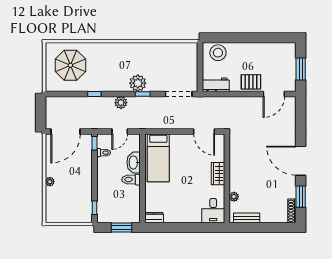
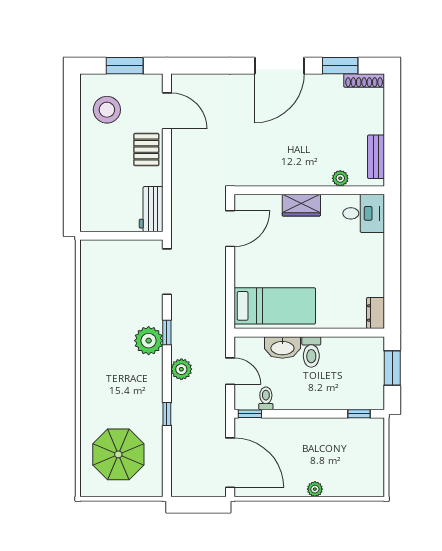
stool: (218, 53) -> (107, 110), moved

